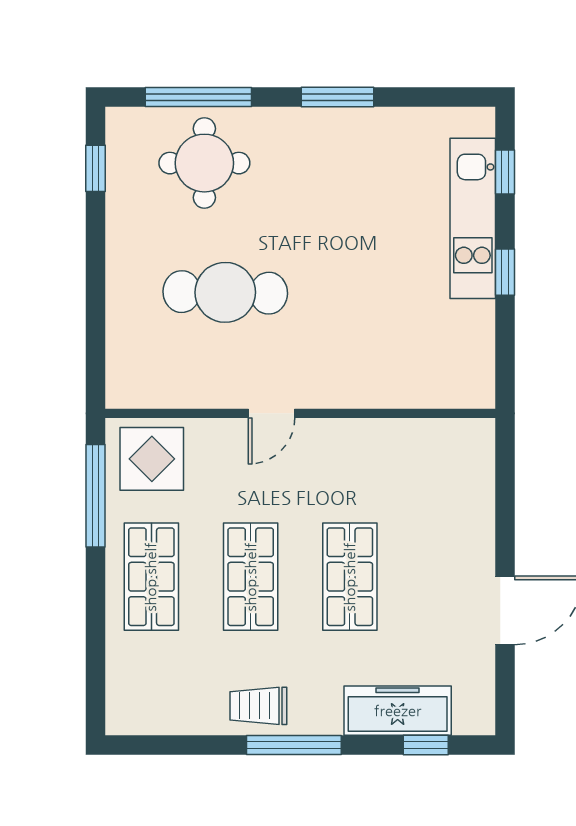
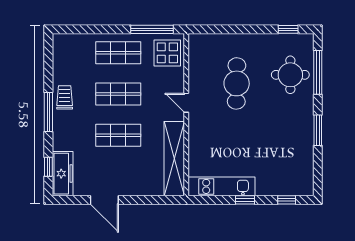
kitchen unit: (473, 218) -> (222, 186), moved
shelving: (406, 442) -> (174, 159), added
freezer: (398, 711) -> (63, 174), moved

